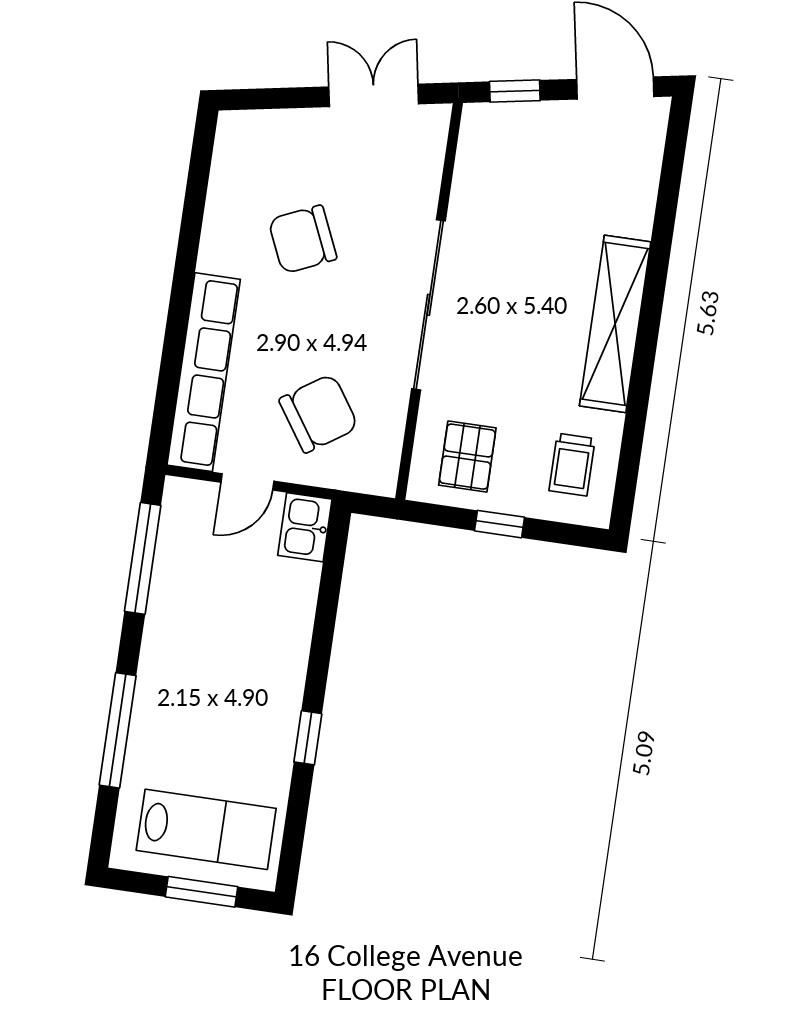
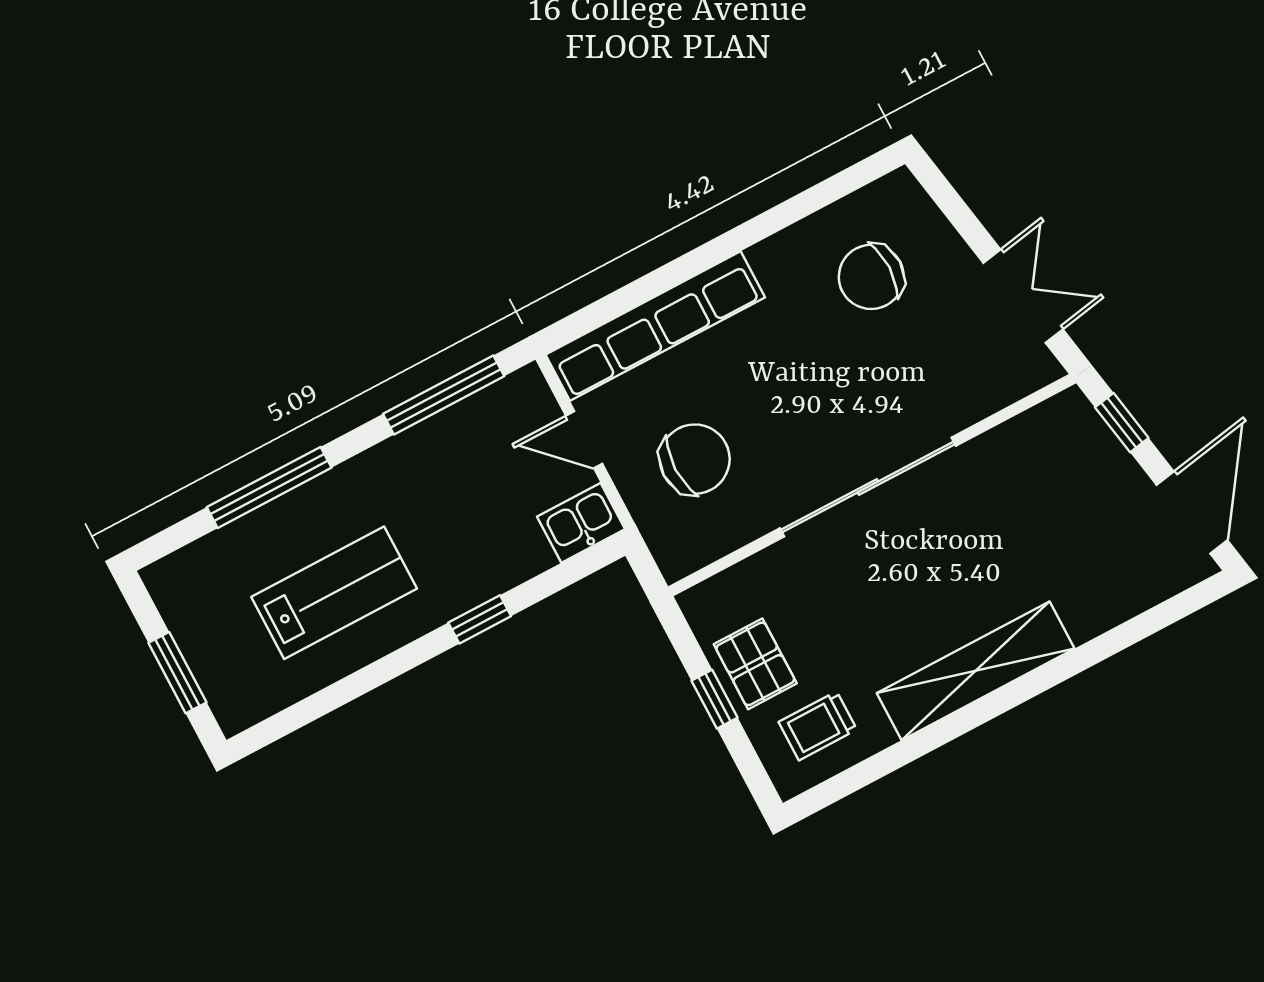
chair: (303, 239) -> (871, 277), moved, turned -66
chair: (319, 413) -> (695, 459), turned -56
pallet: (467, 457) -> (755, 664), moved, turned 90
window: (308, 738) -> (480, 619), moved
lab bench: (206, 829) -> (334, 593), moved, turned -90

